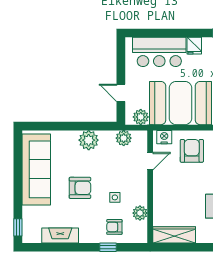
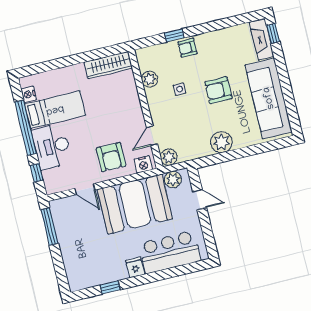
plant: (124, 138) -> (169, 157), moved
armchair: (114, 227) -> (187, 48), moved, turned 180
fireplace: (60, 236) -> (262, 39), moved, turned 90

